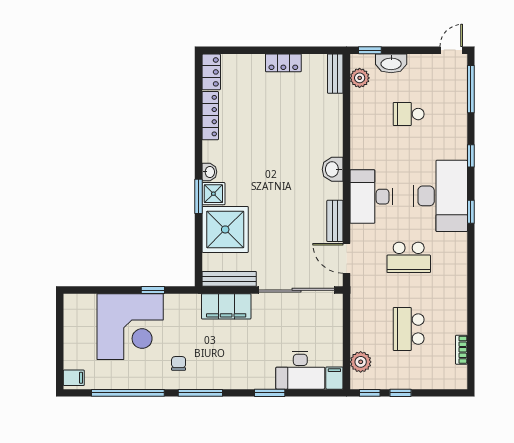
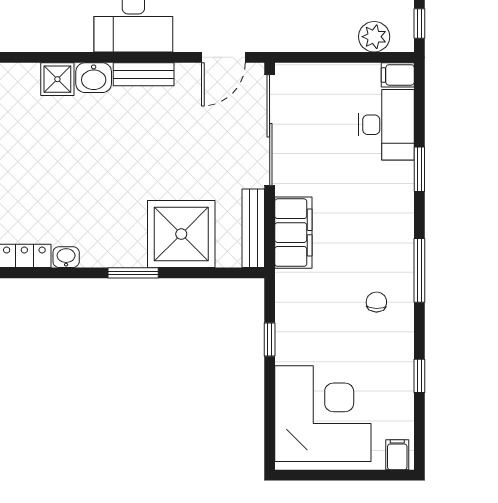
washbasin: (209, 172) -> (66, 257), moved
shower: (213, 194) -> (57, 79), moved
bench: (335, 221) -> (144, 74), moved
corner desk: (130, 327) -> (323, 414), moved
chair: (179, 363) -> (376, 302), turned 92
window: (128, 393) -> (419, 376), width x0.32

